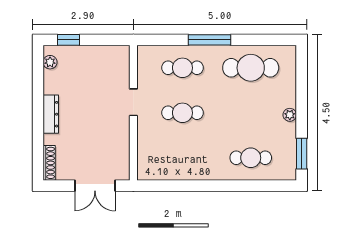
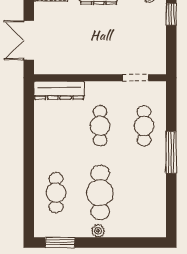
cafe table: (251, 68) -> (100, 193), moved
doorway: (133, 102) -> (135, 78), moved
dresser: (146, 155) -> (59, 90), added

